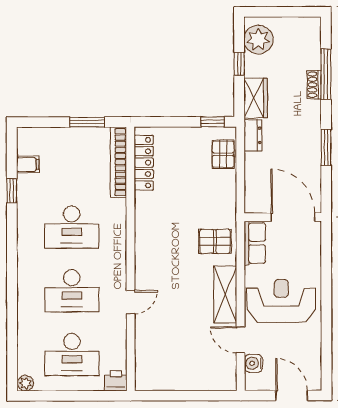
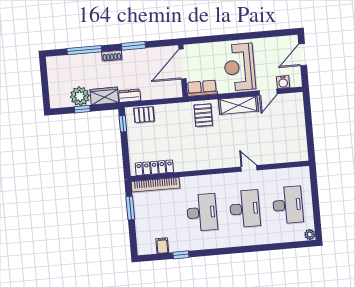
plant: (258, 40) -> (80, 96), moved
shoe rack: (314, 85) -> (112, 56), moved
printer: (116, 381) -> (303, 174), removed

